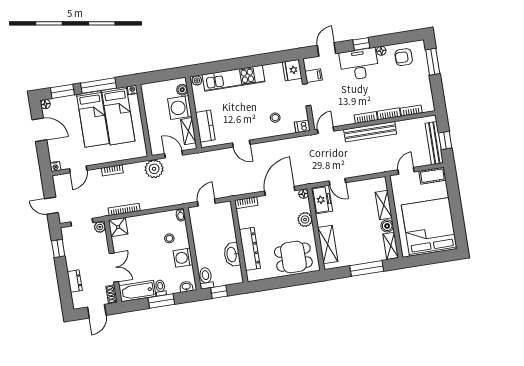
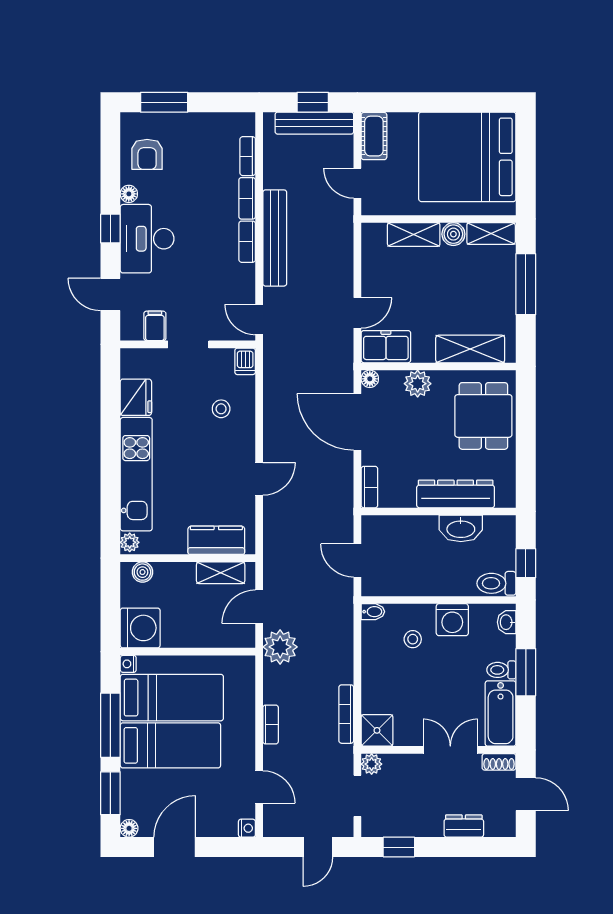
fridge: (292, 70) -> (136, 397), moved, turned -90
washing machine: (180, 108) -> (140, 628), moved, turned -90

